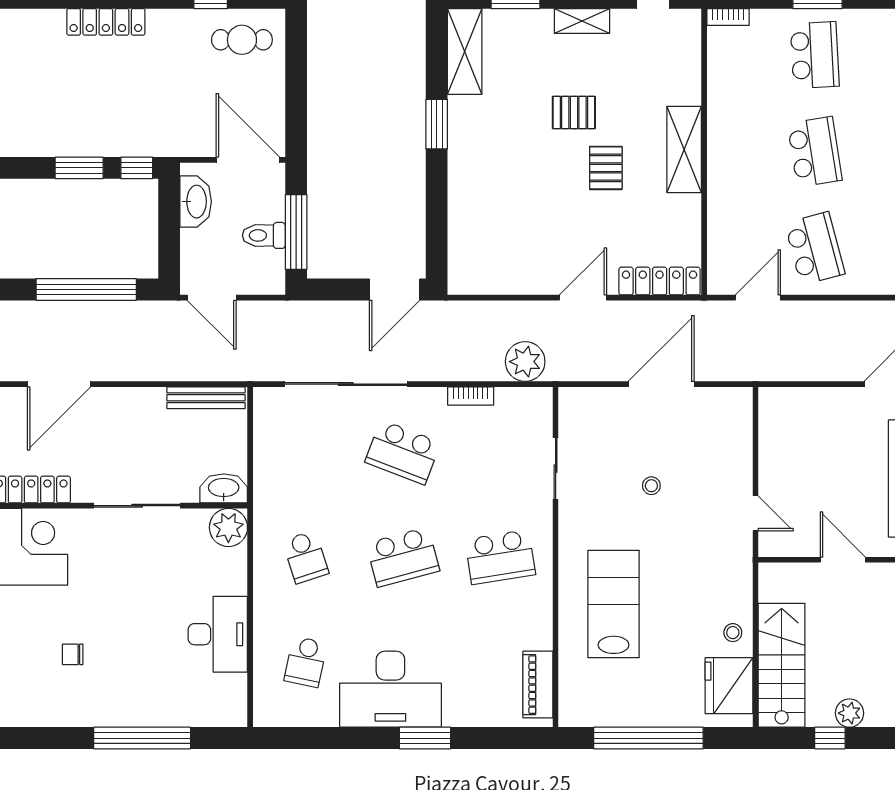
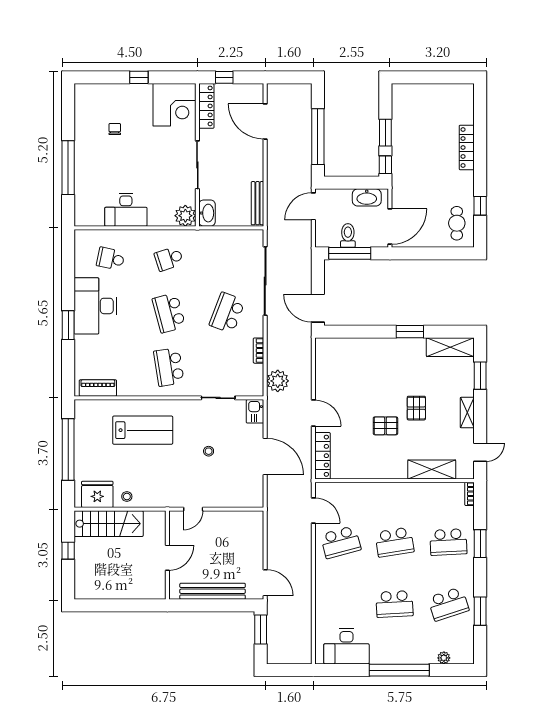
shelving: (684, 149) -> (432, 469), moved
kitchen sink: (580, 402) -> (255, 411), added
plant: (849, 713) -> (82, 561), removed

